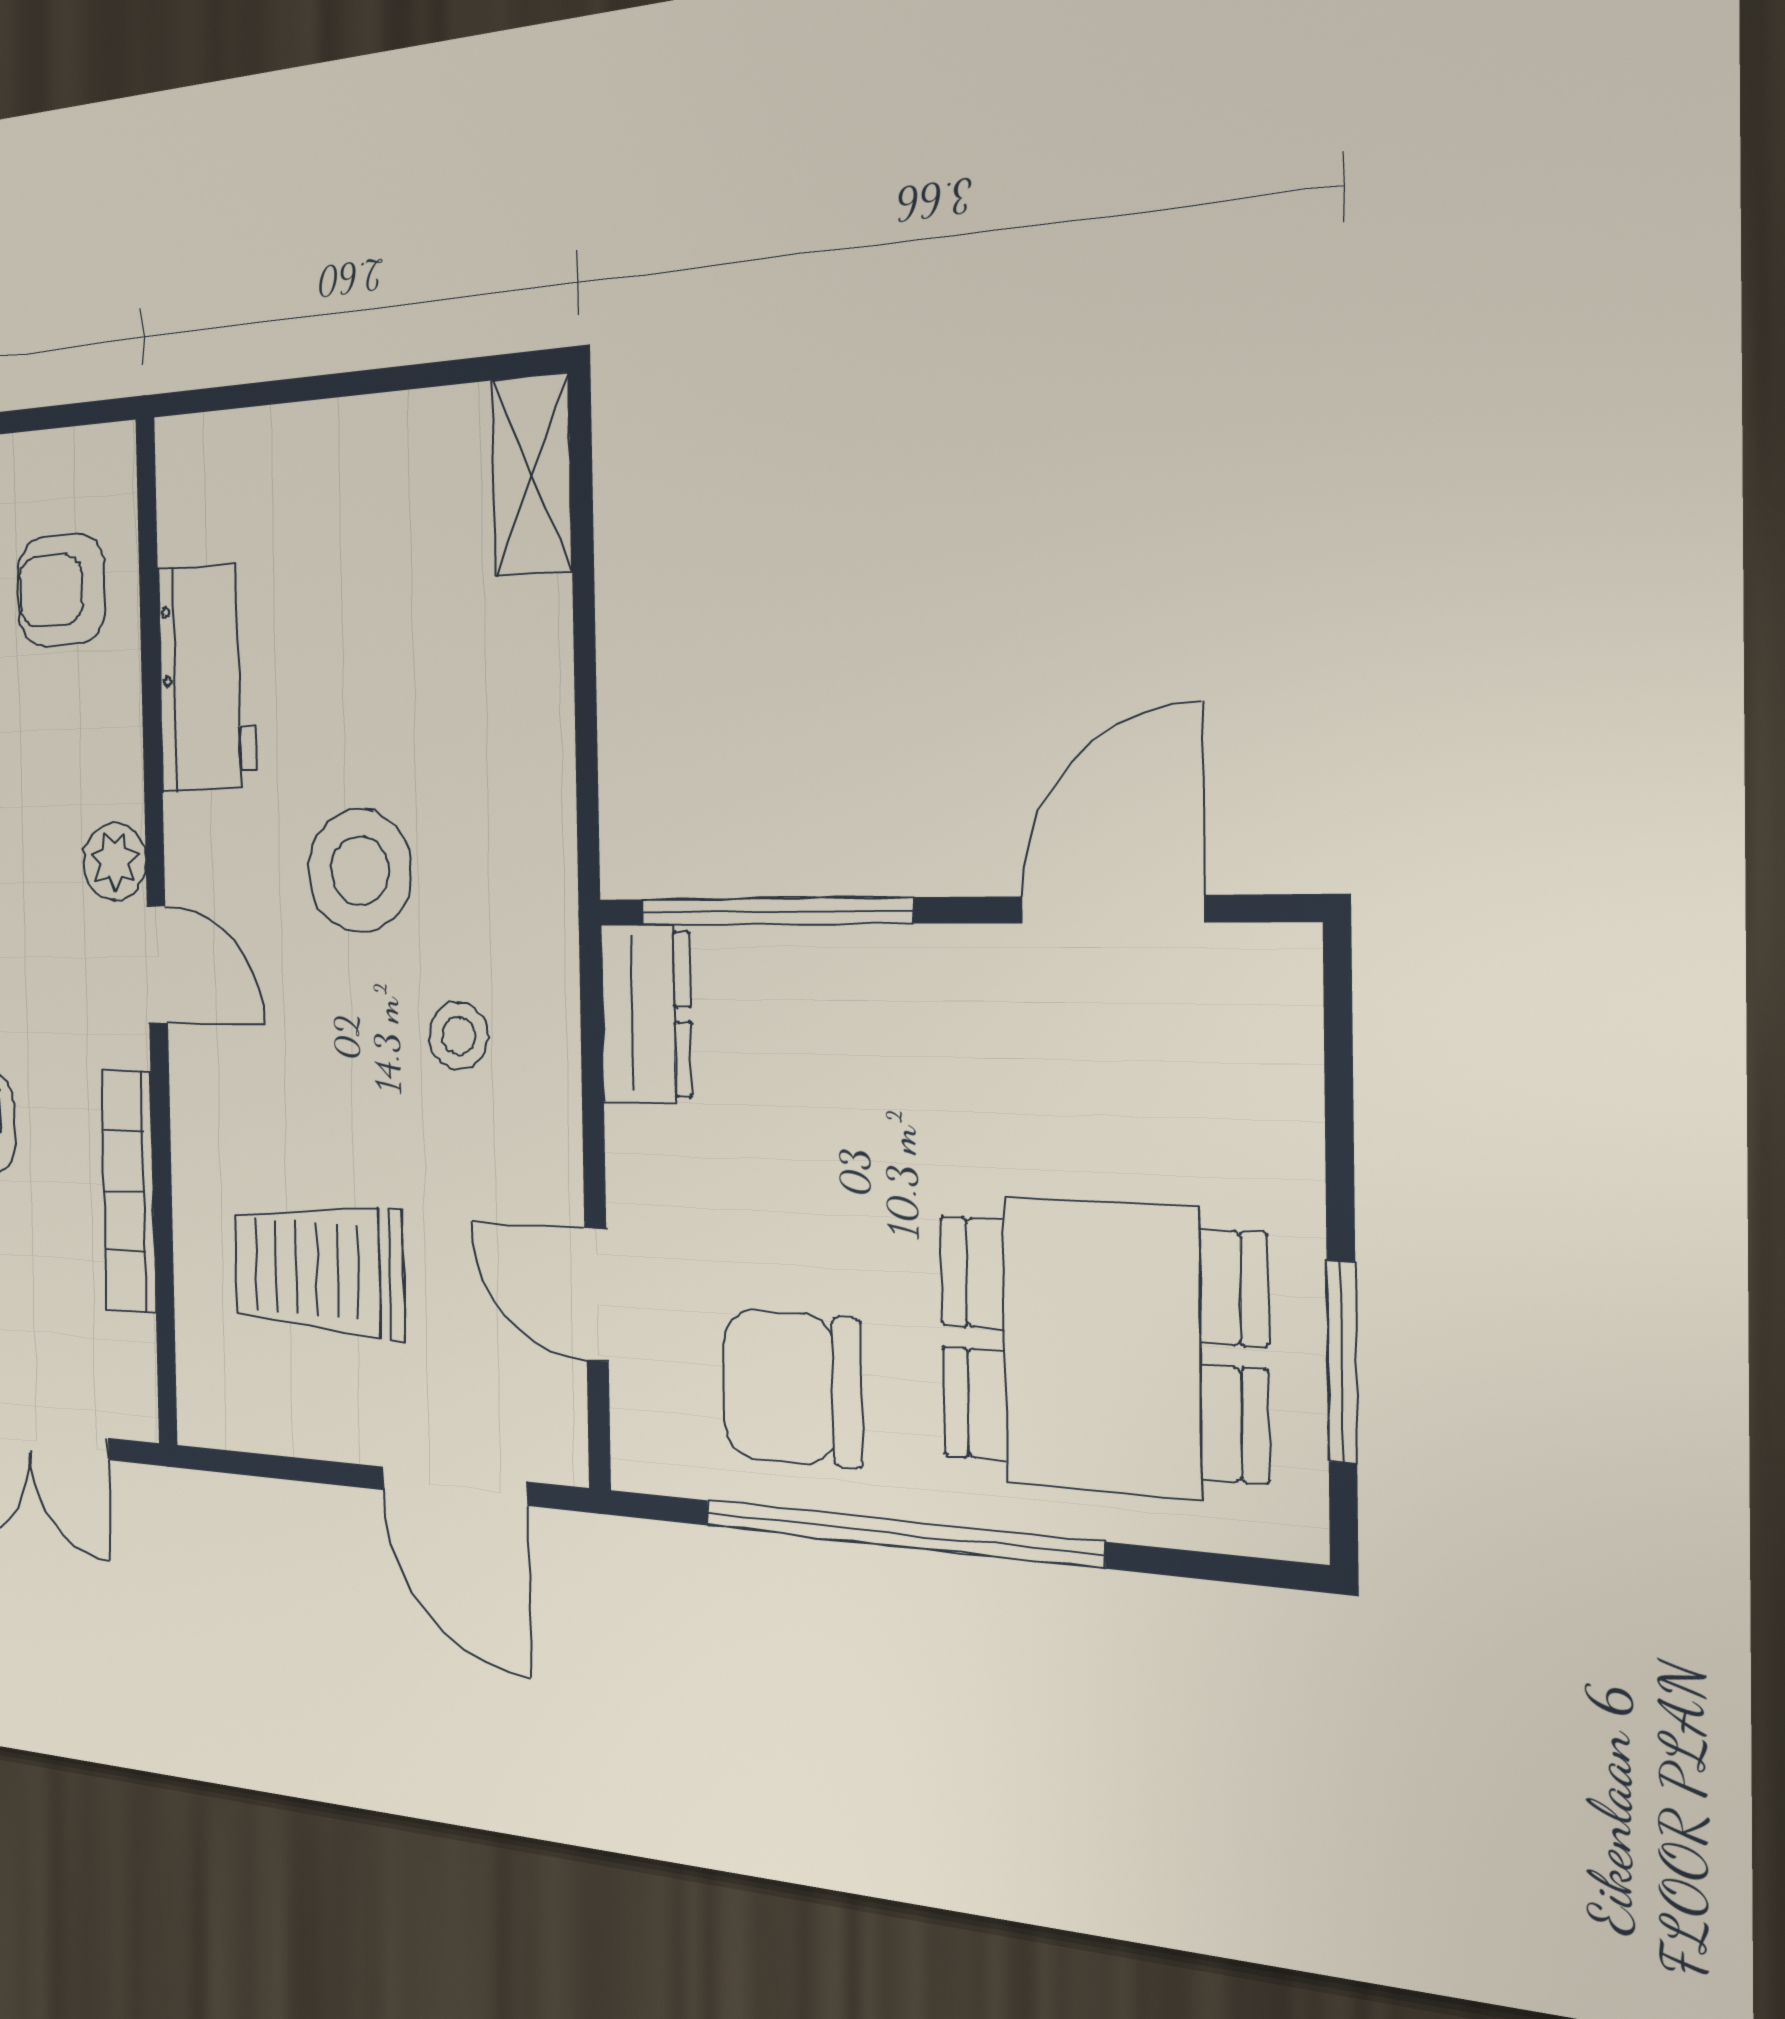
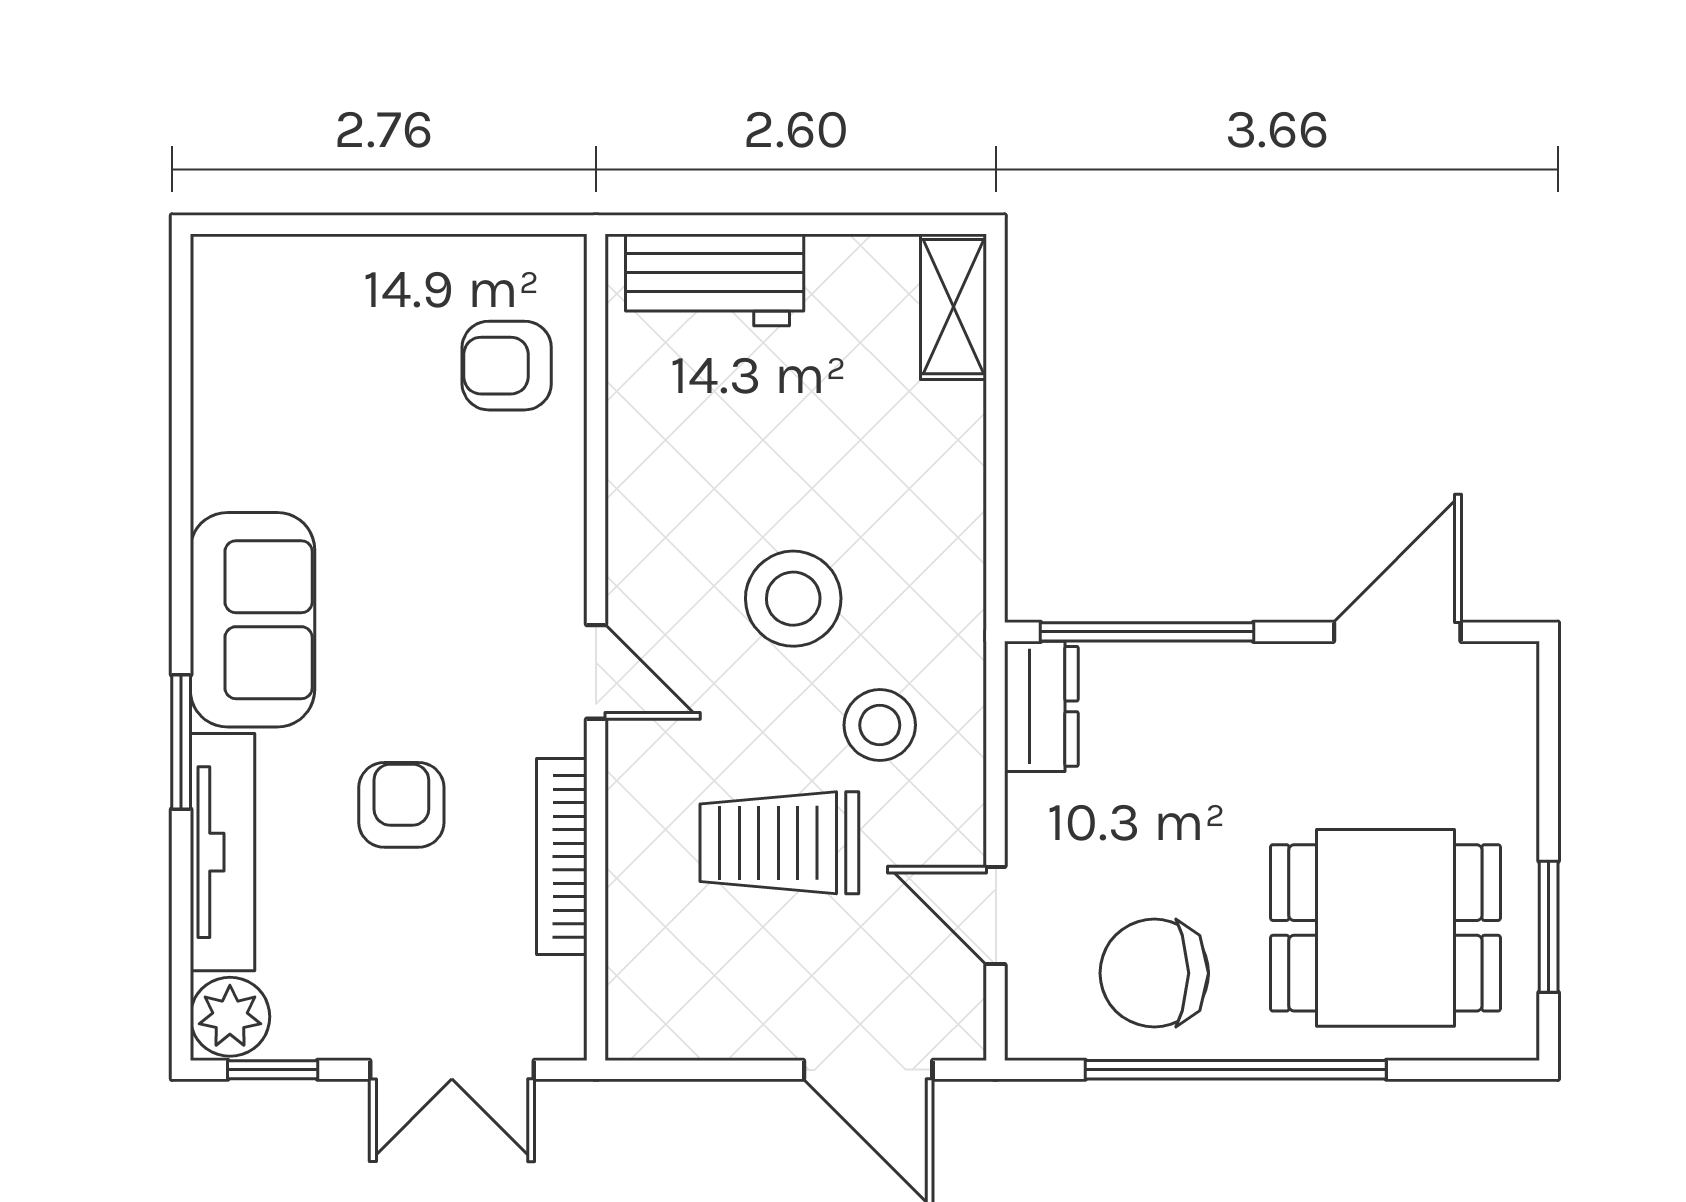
workbench: (206, 678) -> (715, 280), moved, turned 90
plant: (115, 861) -> (555, 588), removed
stool: (458, 1036) -> (880, 725), width x1.37, depth x1.37
trolley: (318, 1270) -> (779, 843), moved

